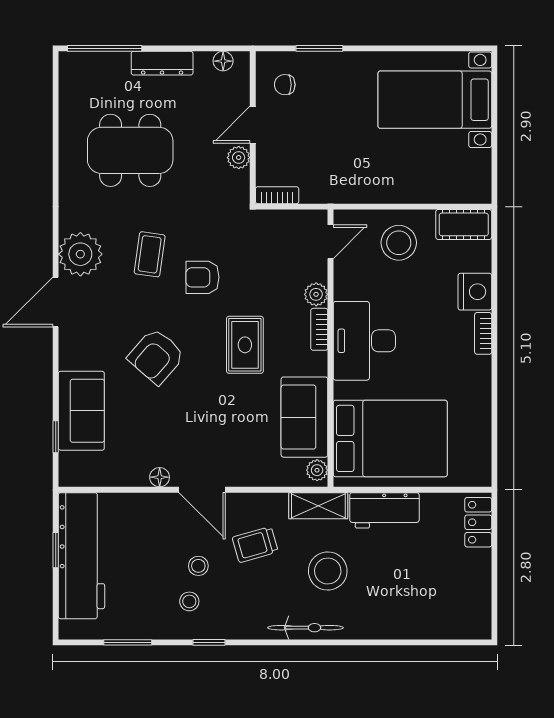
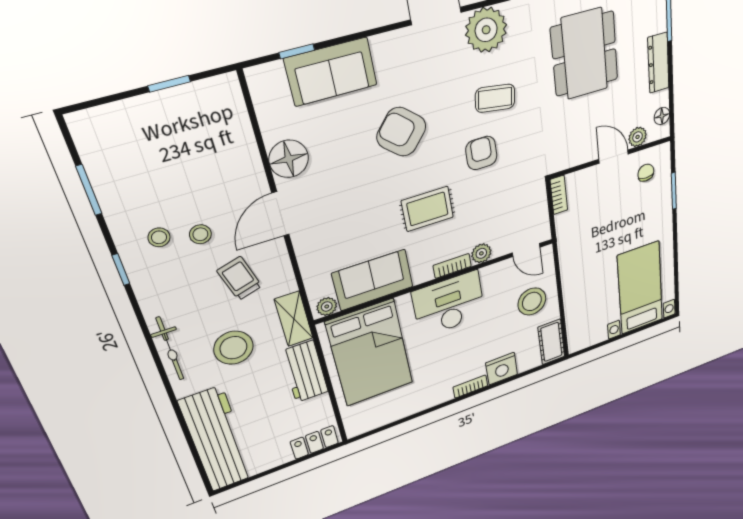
plant: (239, 158) -> (638, 137), moved
floor lamp: (160, 477) -> (289, 159), width x1.89, depth x1.89
workbench: (81, 556) -> (217, 439), moved, turned -90

